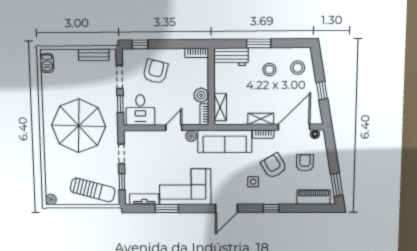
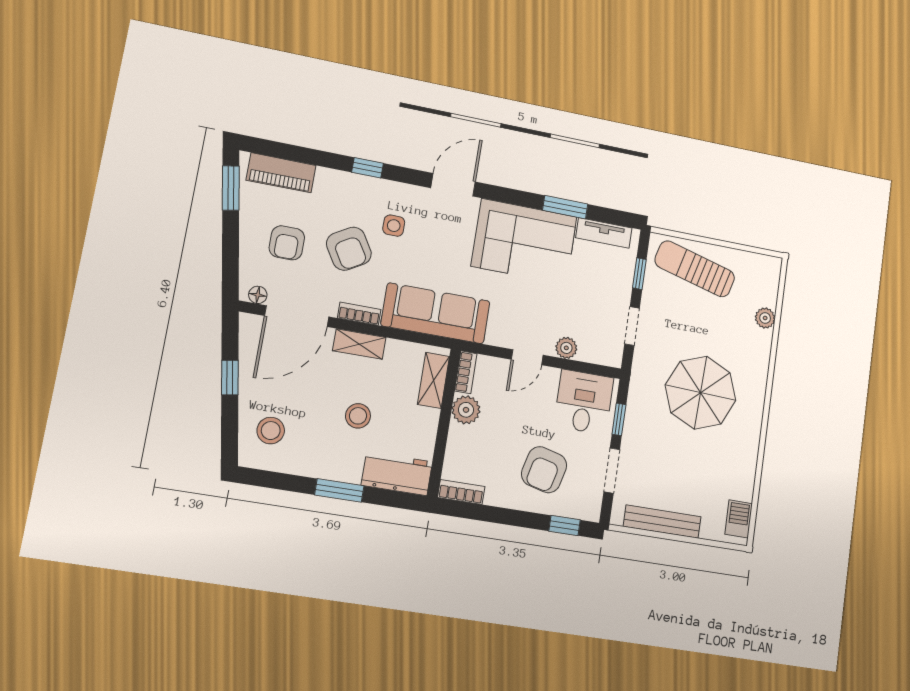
bench: (94, 55) -> (662, 522), width x1.36
stool: (269, 70) -> (358, 416), moved
parasol: (79, 126) -> (701, 393), width x0.73, depth x0.73
plant: (191, 136) -> (566, 348), moved
plant: (51, 199) -> (765, 318), moved

